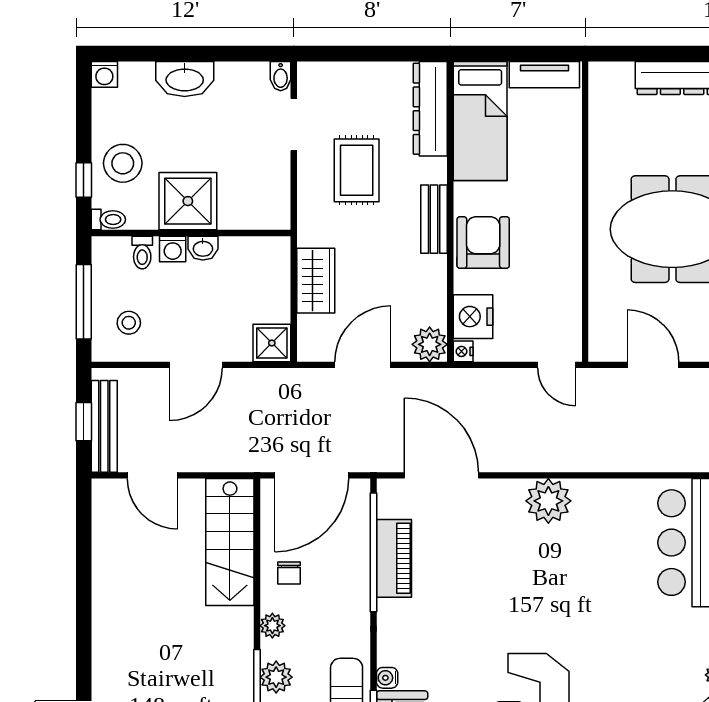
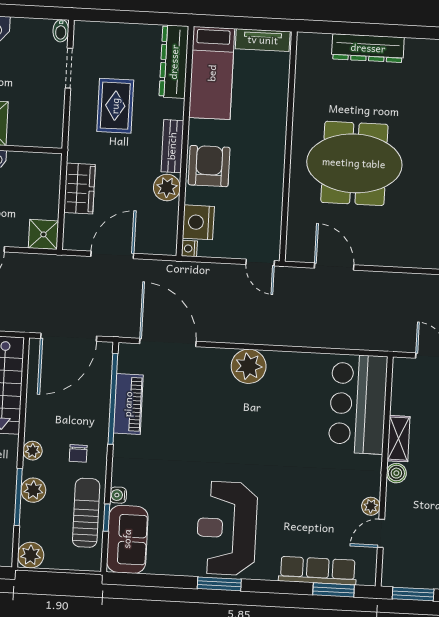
plant: (430, 344) -> (167, 187), moved
chair: (289, 573) -> (78, 453), moved

